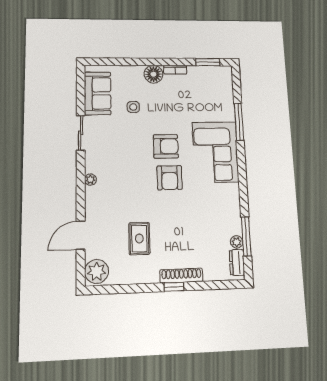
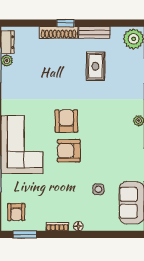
floor lamp: (153, 74) -> (78, 226), width x0.53, depth x0.53
armchair: (218, 84) -> (16, 212), added
bench: (141, 277) -> (94, 32), added

